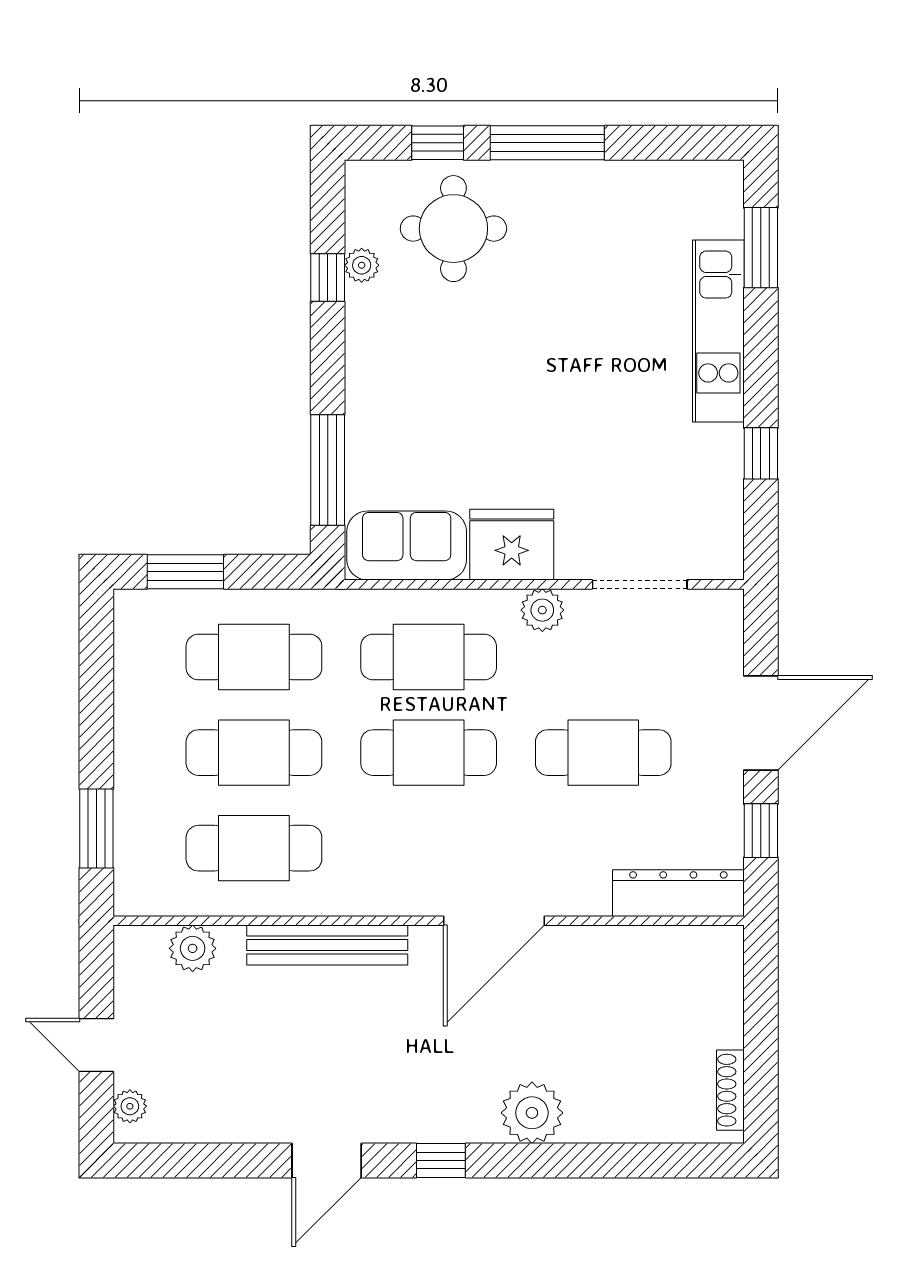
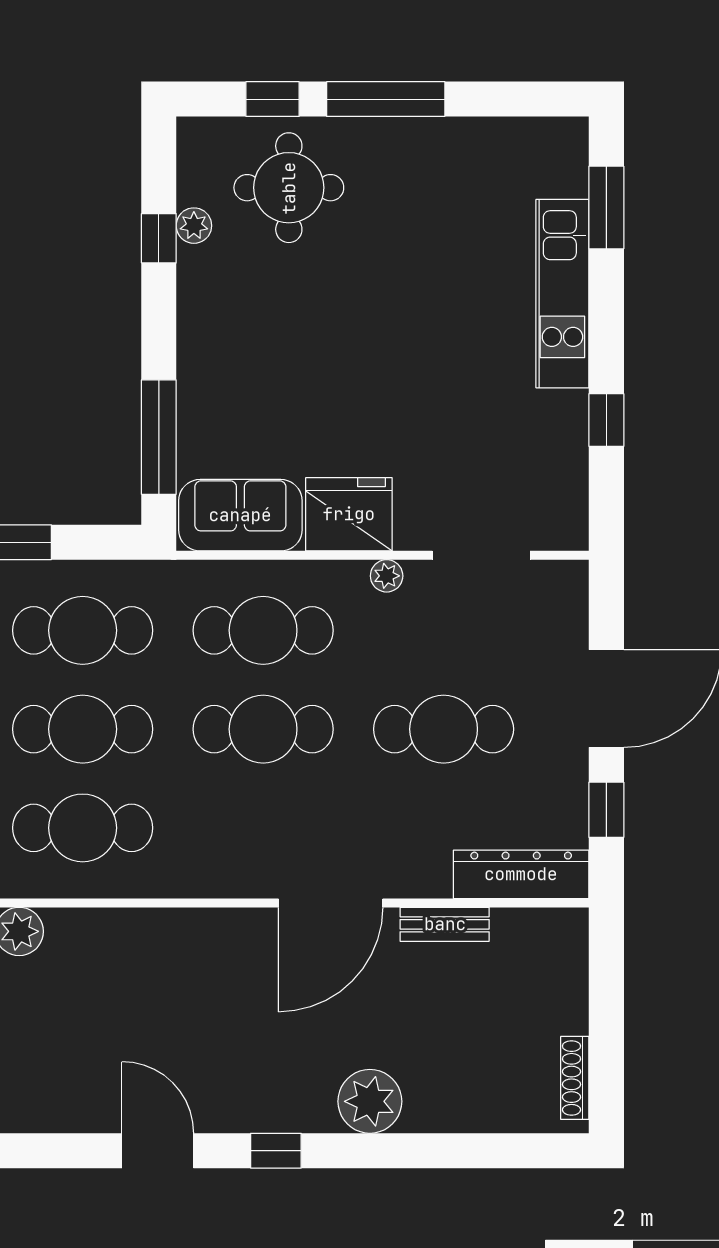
plant: (542, 610) -> (387, 576), width x0.73, depth x0.73
bench: (327, 945) -> (445, 924), moved, width x0.54, depth x0.82
door: (327, 1161) -> (158, 1151), swing flipped

